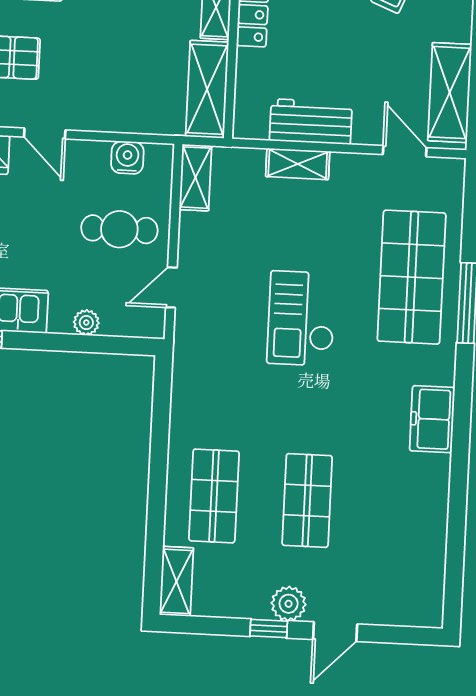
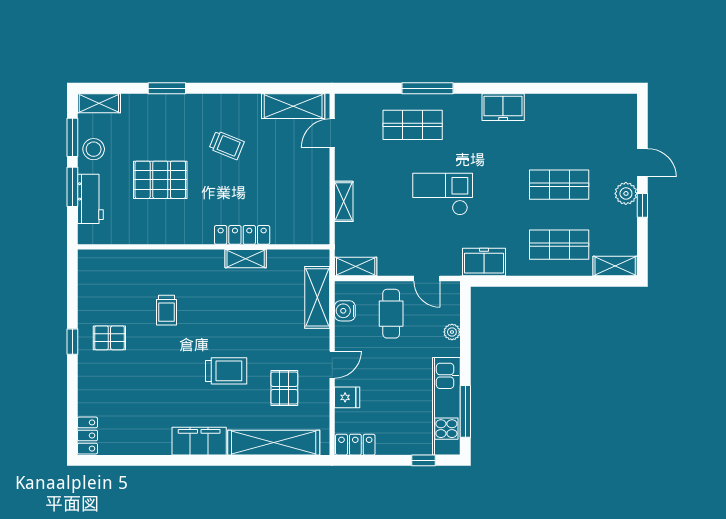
shelving: (207, 89) -> (317, 297), moved, turned 90
workbench: (311, 122) -> (316, 194), removed
shop shelf: (412, 277) -> (413, 125), width x0.70, depth x0.74
checkout: (301, 318) -> (443, 194), turned 180
freezer: (193, 378) -> (484, 262), added

